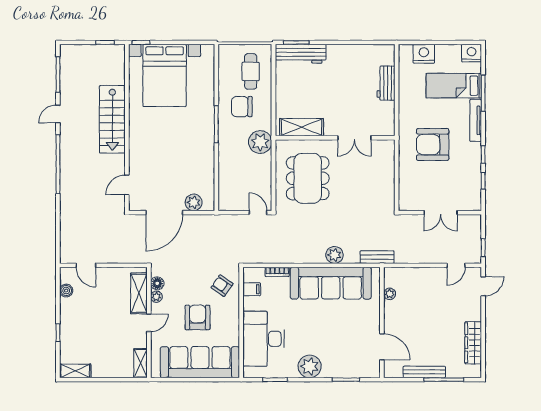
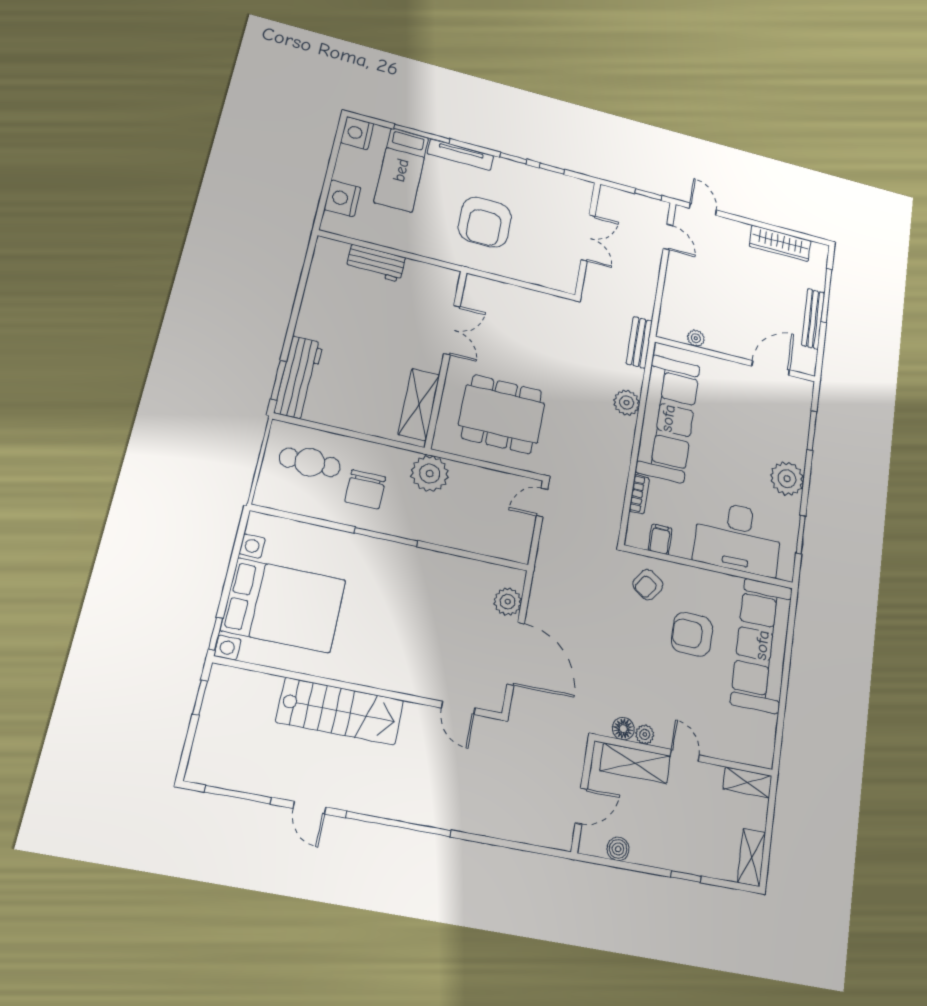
floor lamp: (157, 283) -> (623, 729), moved
shelving: (139, 293) -> (635, 763), moved
plant: (156, 297) -> (645, 734), moved
wall: (149, 322) -> (684, 755), moved
door: (149, 323) -> (685, 755), moved
shelving: (141, 363) -> (747, 782), moved

